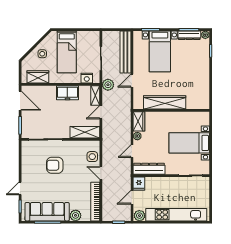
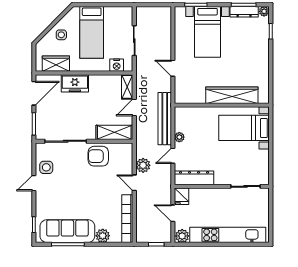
bench: (125, 52) -> (165, 119), moved
door: (132, 81) -> (173, 68), hinge flipped
plant: (108, 85) -> (143, 165), moved
freezer: (67, 93) -> (75, 83), moved
door: (20, 101) -> (34, 93), hinge flipped
wardrobe: (165, 102) -> (232, 95), moved
wardrobe: (139, 121) -> (181, 119), removed
bed with nightstands: (189, 143) -> (244, 128), moved
side table: (92, 157) -> (46, 167), moved
armchair: (55, 165) -> (98, 156), moved
door: (20, 188) -> (34, 183), moved
door: (132, 197) -> (173, 213), hinge flipped

